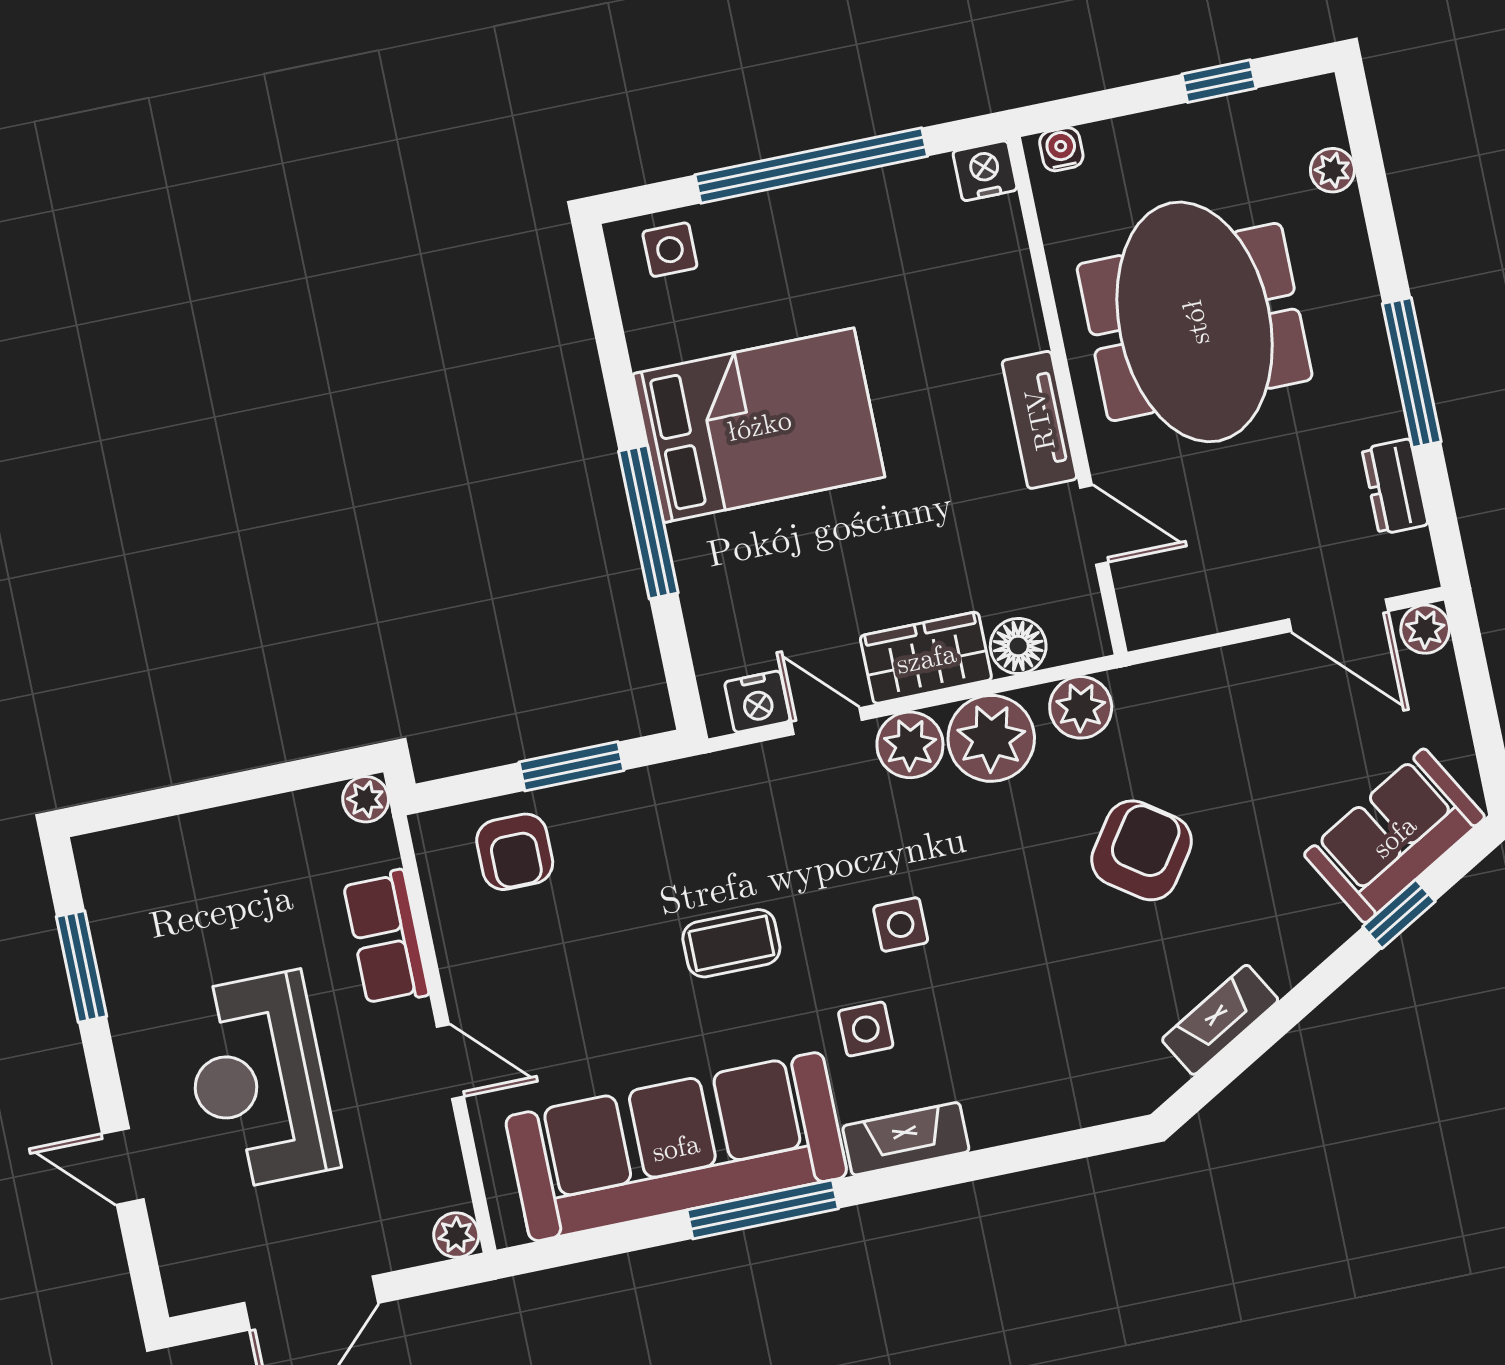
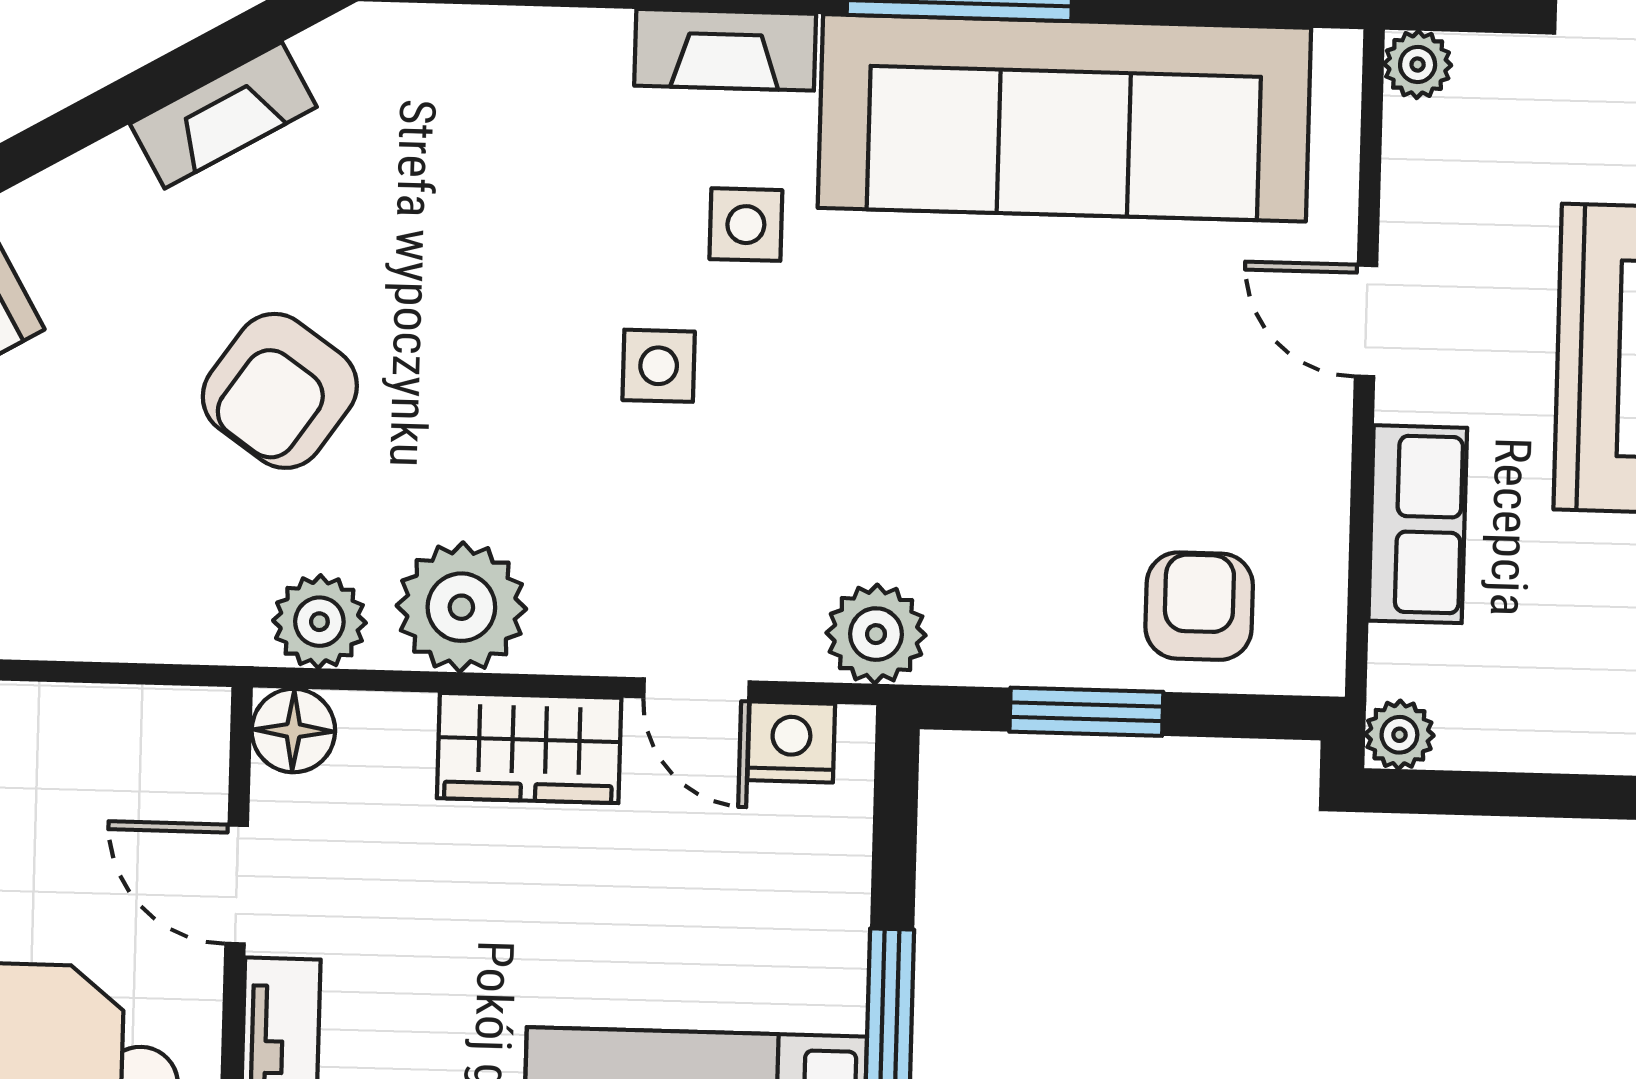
floor lamp: (1018, 646) -> (293, 731), moved
plant: (910, 745) -> (876, 634), moved
coffee table: (731, 943) -> (913, 397), removed

